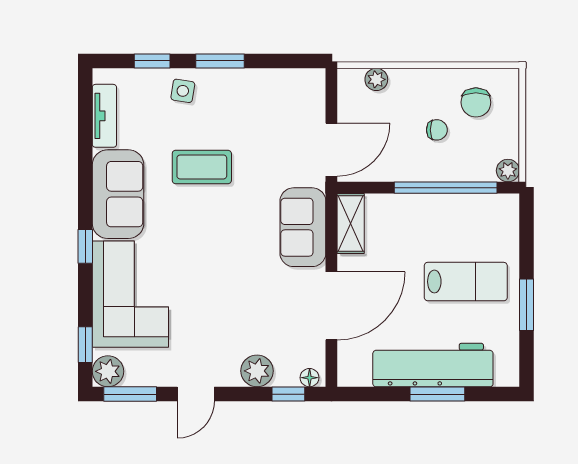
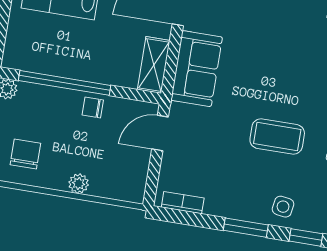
bookcase: (294, 77) -> (183, 203), added
plant: (376, 79) -> (79, 184), moved
chair: (437, 130) -> (93, 107), moved
door: (331, 150) -> (160, 133), width x0.73

